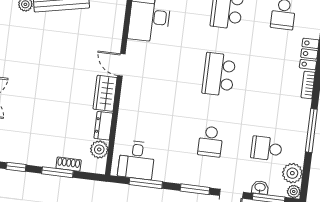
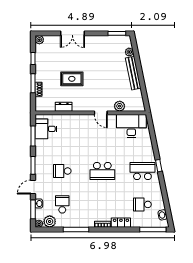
door: (121, 65) -> (101, 113), swing flipped
school desk: (219, 74) -> (102, 171), turned 180
wardrobe: (105, 93) -> (83, 105), removed
rug: (58, 106) -> (72, 79), added
plant: (99, 149) -> (120, 106), moved

